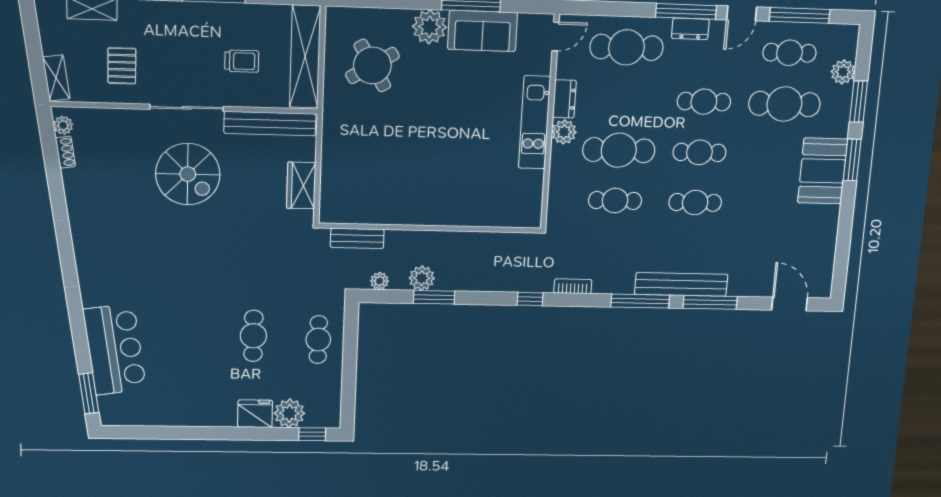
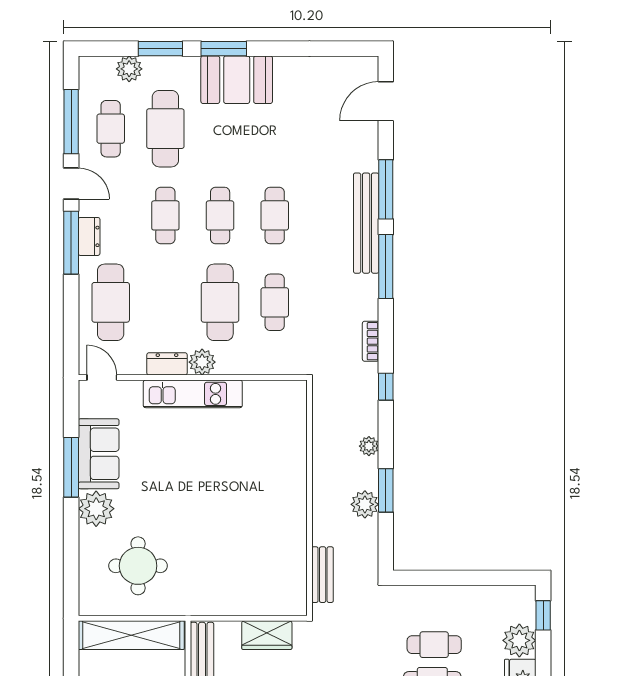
round table: (372, 65) -> (138, 566), turned 31
plant: (379, 281) -> (369, 446), moved
cafe table: (318, 340) -> (434, 645), moved

